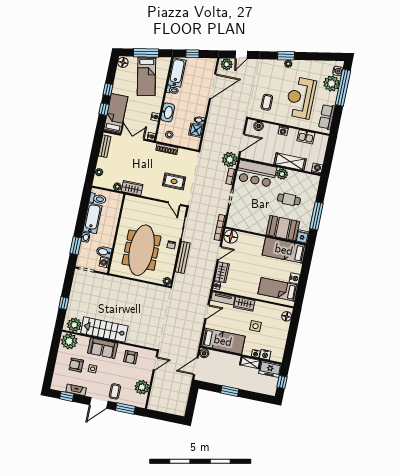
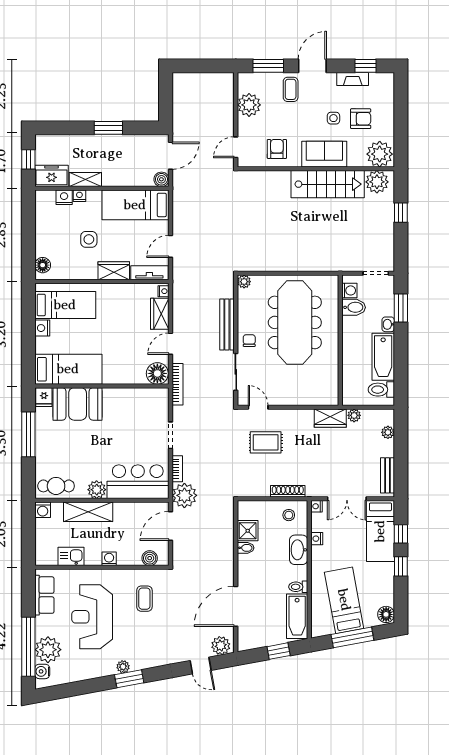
door: (241, 55) -> (201, 665), swing flipped
reception desk: (301, 98) -> (92, 617), turned 180
cafe table: (289, 199) -> (56, 486), moved

